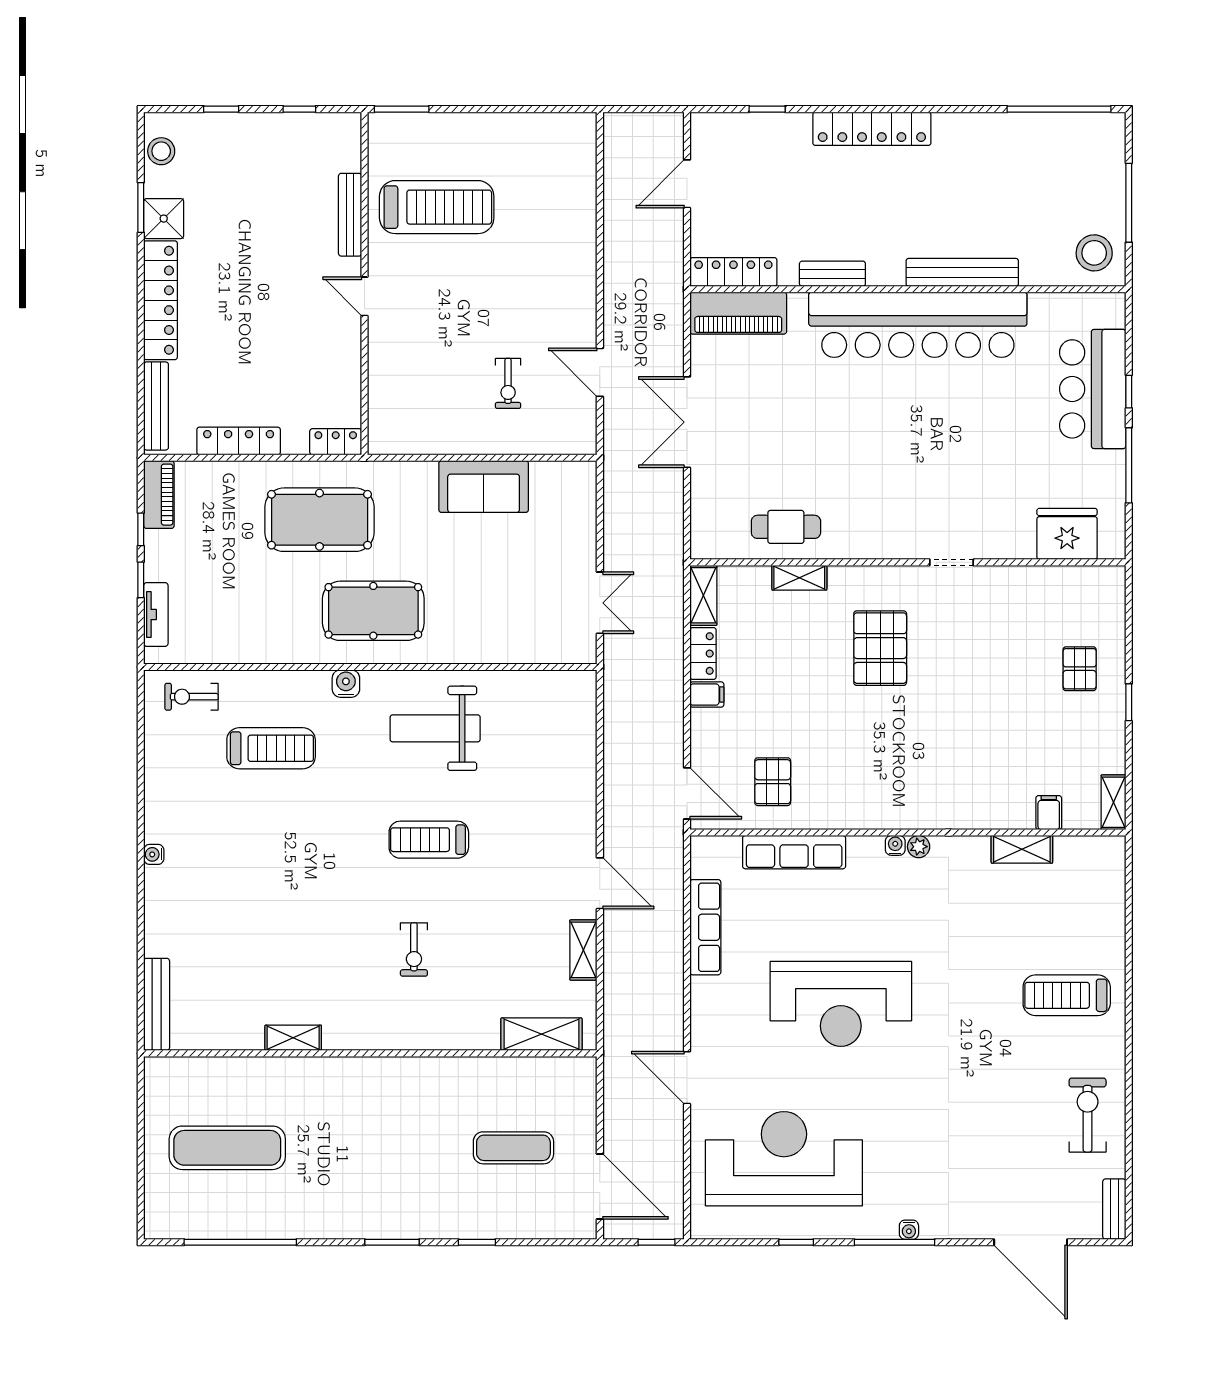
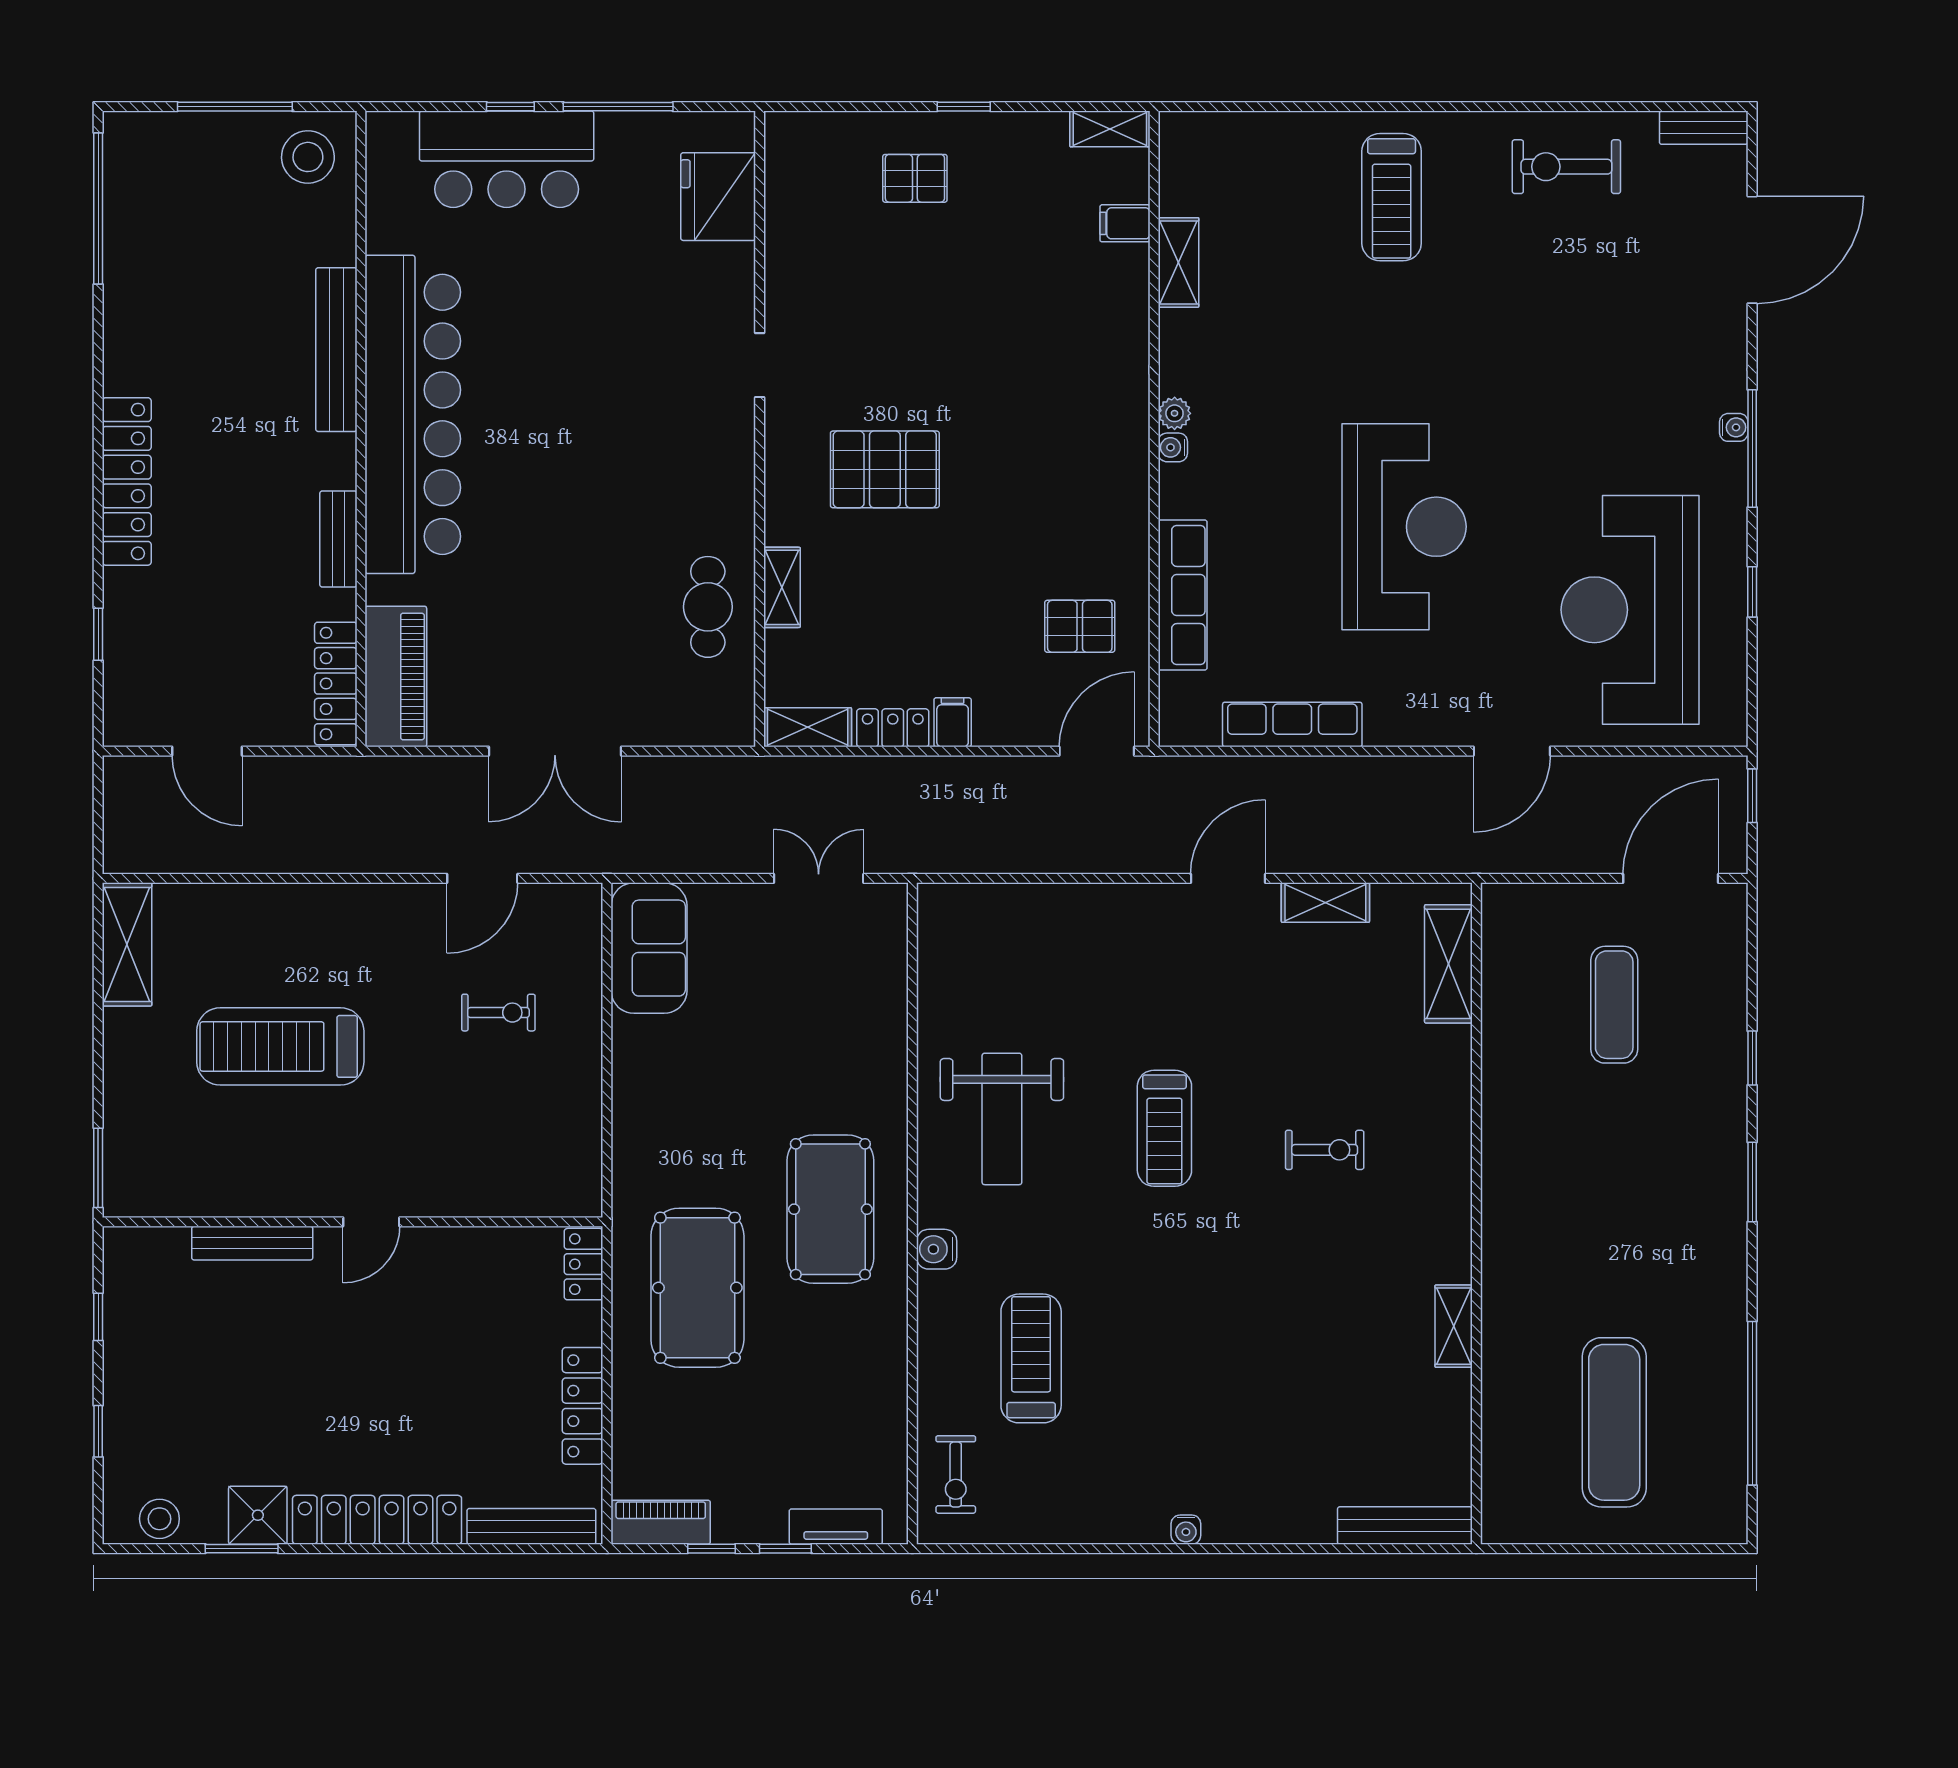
shelving: (555, 129) -> (127, 944), added
treadmill: (437, 207) -> (280, 1046), moved, turned -90
sofa: (484, 487) -> (649, 948), moved

